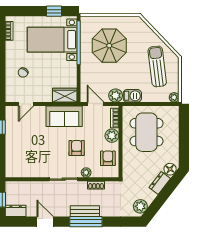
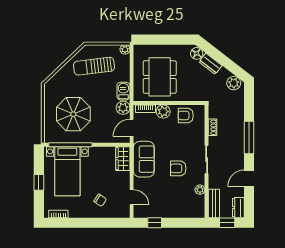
window: (54, 11) -> (39, 182), moved
dining table: (146, 132) -> (160, 77), turned 90
armchair: (77, 148) -> (178, 168), moved
plant: (86, 173) -> (200, 190), moved
bench: (85, 211) -> (214, 203), moved

